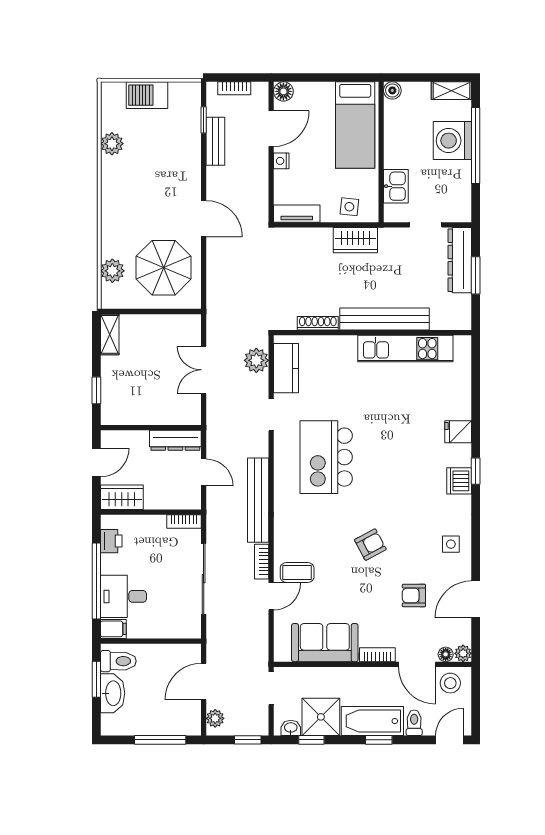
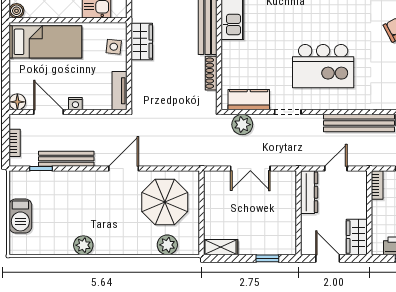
bench: (215, 141) -> (66, 159), width x1.36
plant: (112, 144) -> (83, 245), moved

